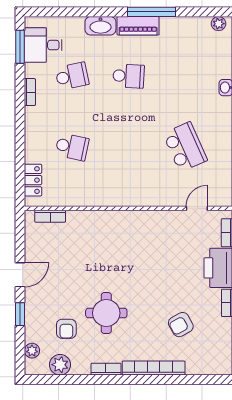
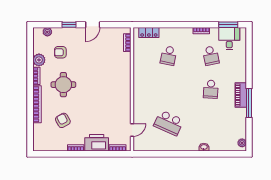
washbasin: (100, 26) -> (241, 73), removed
school desk: (185, 147) -> (169, 123), turned 48
door: (197, 208) -> (132, 130), hinge flipped
door: (20, 275) -> (93, 25), hinge flipped
round table: (106, 313) -> (63, 85), moved
plant: (60, 365) -> (39, 60), moved

